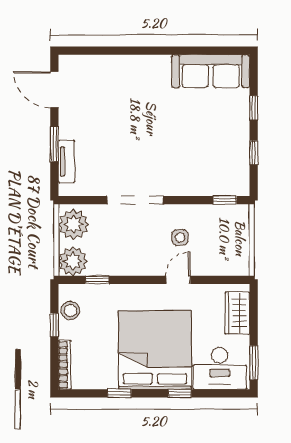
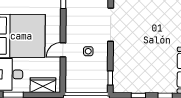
door: (178, 280) -> (63, 50), swing flipped

